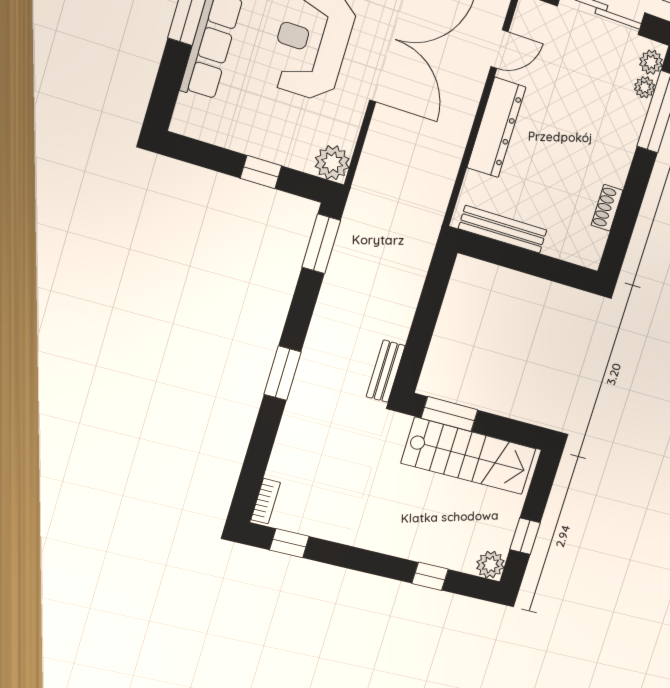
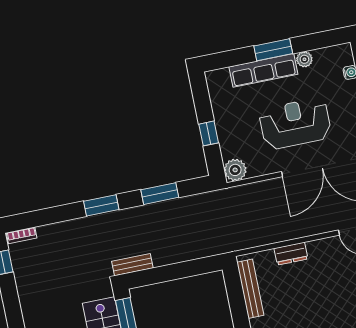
dresser: (496, 127) -> (291, 254), width x0.51, depth x0.80
window: (321, 244) -> (160, 194), moved

